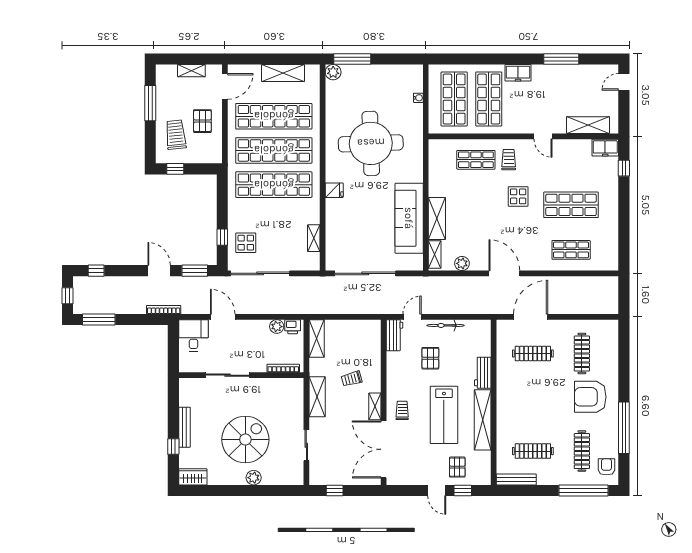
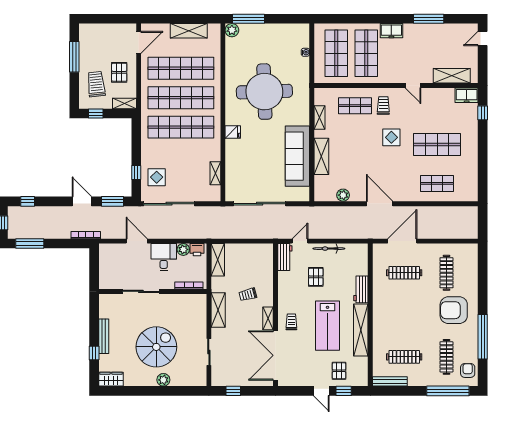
shelving: (191, 71) -> (124, 104), moved
shelving: (435, 254) -> (320, 118), moved
desk: (193, 335) -> (164, 257), moved

